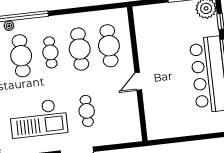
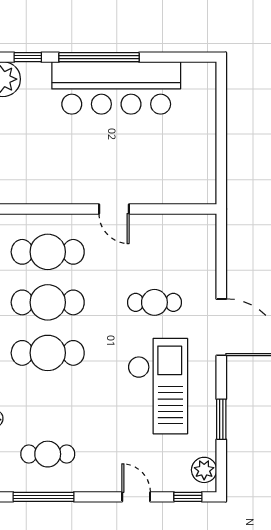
cafe table: (50, 52) -> (48, 353), width x1.37, depth x1.35
cafe table: (21, 56) -> (48, 403), removed

